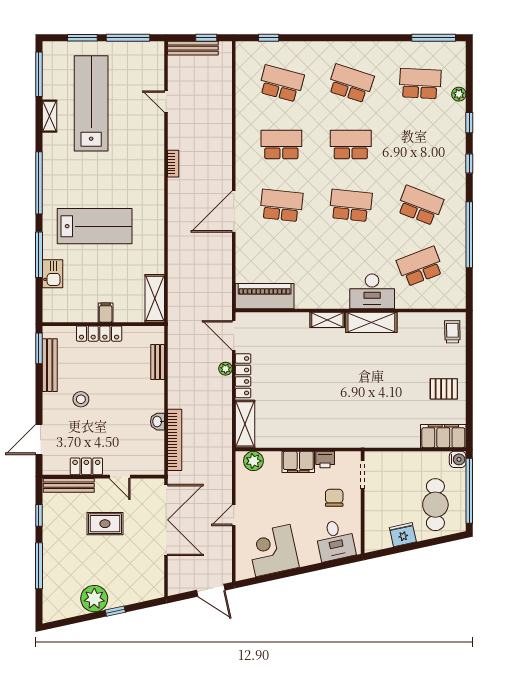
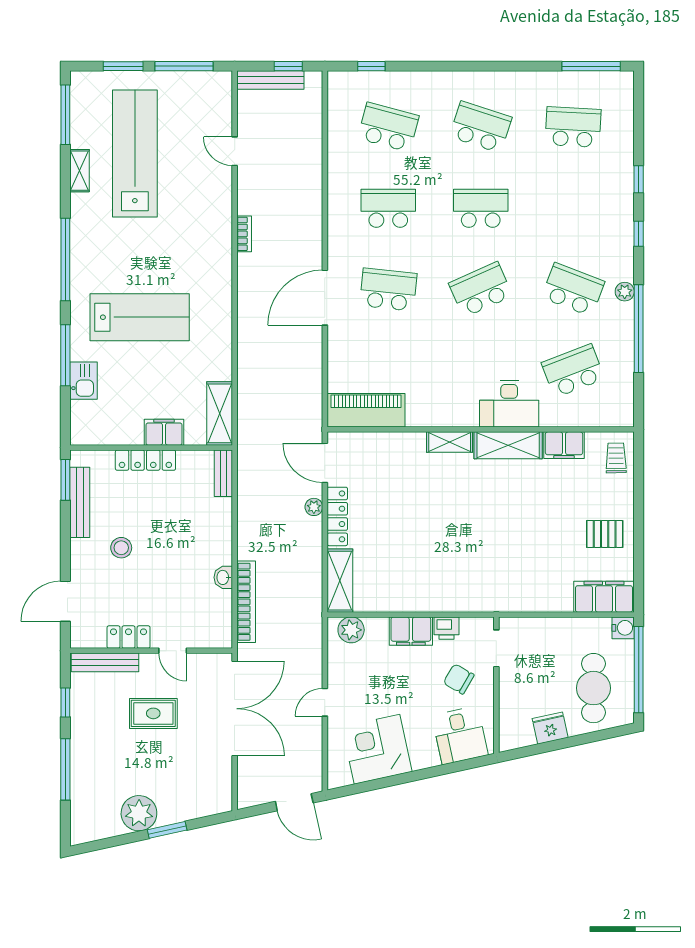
plant: (459, 94) -> (625, 292), moved
school desk: (351, 205) -> (481, 290), turned -30
filing cabinet: (106, 313) -> (164, 432), width x2.00
filing cabinet: (413, 322) -> (564, 445), added
bench: (158, 362) -> (223, 473), moved
chair: (334, 498) -> (459, 679), turned -60
window: (115, 611) -> (167, 830), width x1.50

